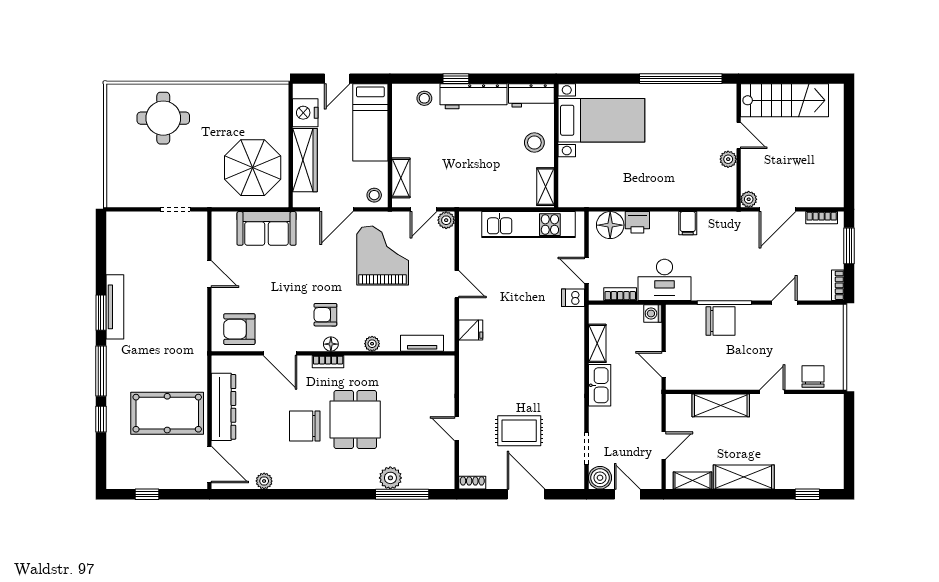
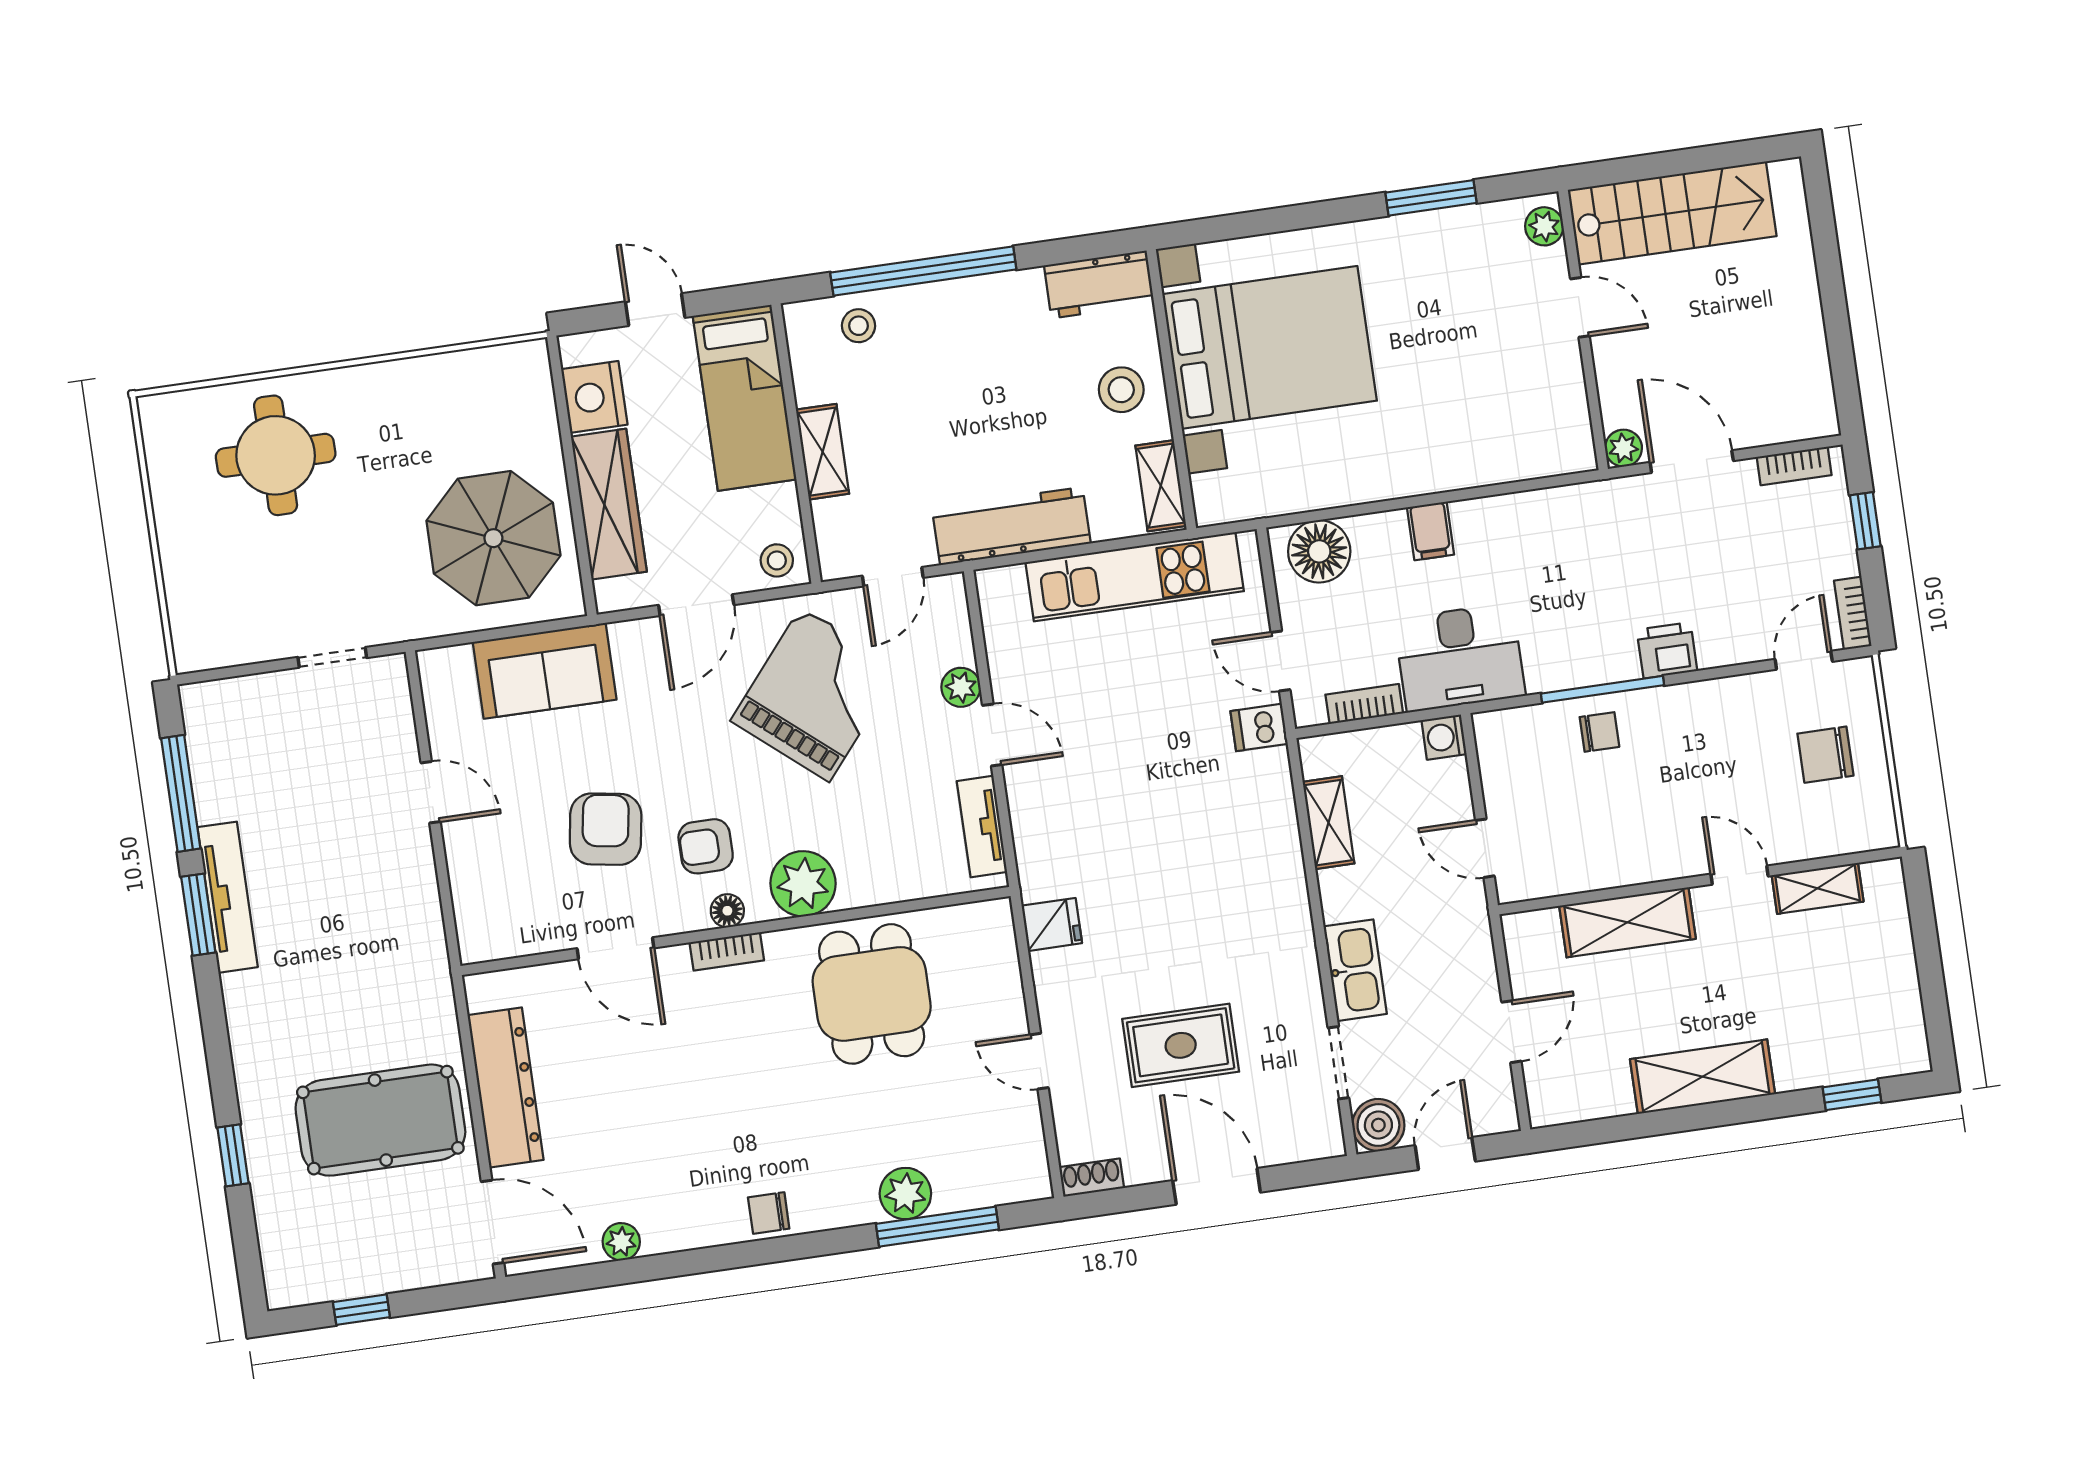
door: (337, 79) -> (655, 310), swing flipped
window: (456, 79) -> (923, 271), width x3.17
window: (681, 79) -> (1431, 198), width x0.47
workbench: (474, 96) -> (1011, 526), moved, turned 180
bed with nightstands: (601, 120) -> (1270, 347), width x1.36
plant: (728, 159) -> (1544, 226), moved
shelving: (401, 178) -> (823, 452), moved
door: (777, 209) -> (1692, 462), swing flipped
plant: (446, 220) -> (961, 687), moved
printer: (637, 222) -> (1667, 650), moved, turned 180
filing cabinet: (688, 223) -> (1430, 531), moved
window: (849, 246) -> (1865, 521), width x0.67
grand piano: (383, 256) -> (815, 694), turned 40
door: (784, 303) -> (1804, 660), moved
chair: (720, 321) -> (1599, 732), width x0.54, depth x0.54
armchair: (239, 329) -> (606, 829), moved, turned 99
fridge: (471, 330) -> (1052, 924), moved
tv unit: (422, 343) -> (982, 826), moved, turned -90
plant: (372, 344) -> (803, 884), width x1.88, depth x1.88
window: (101, 371) -> (181, 793), moved
chair: (813, 376) -> (1825, 755), moved, turned -90
kitchen sink: (600, 385) -> (1355, 970), moved
door: (772, 392) -> (1740, 875), hinge flipped
dining table: (355, 420) -> (872, 994), moved
chair: (305, 426) -> (769, 1213), moved, width x0.54, depth x0.54
shelving: (693, 481) -> (1818, 888), moved
door: (627, 494) -> (1445, 1153), hinge flipped

